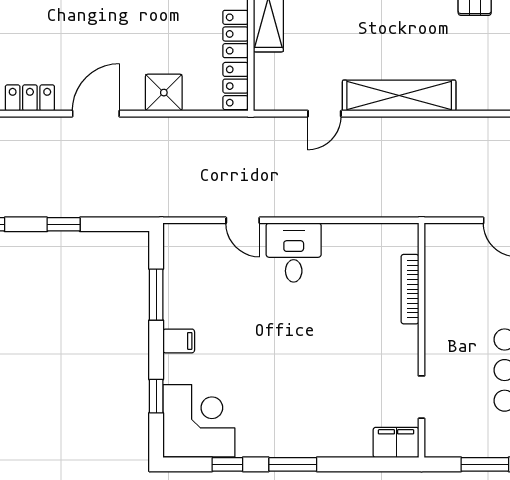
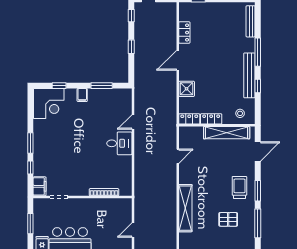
shelving: (399, 95) -> (185, 208), moved
door: (96, 114) -> (178, 60), swing flipped
door: (324, 114) -> (178, 156), swing flipped
window: (227, 464) -> (30, 167), moved

